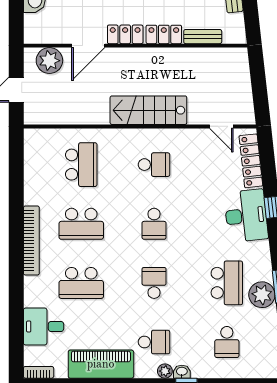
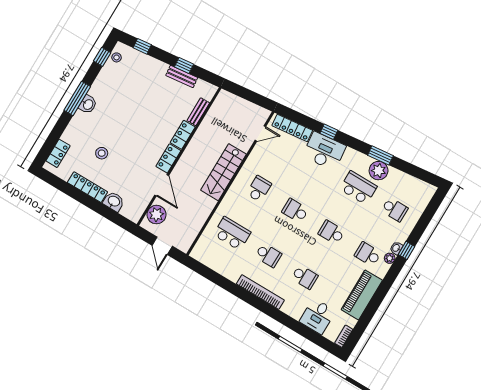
school desk: (81, 224) -> (268, 255), width x0.54
school desk: (154, 224) -> (295, 211), turned 180
school desk: (81, 283) -> (305, 277), width x0.54
school desk: (154, 342) -> (368, 254), turned -90

